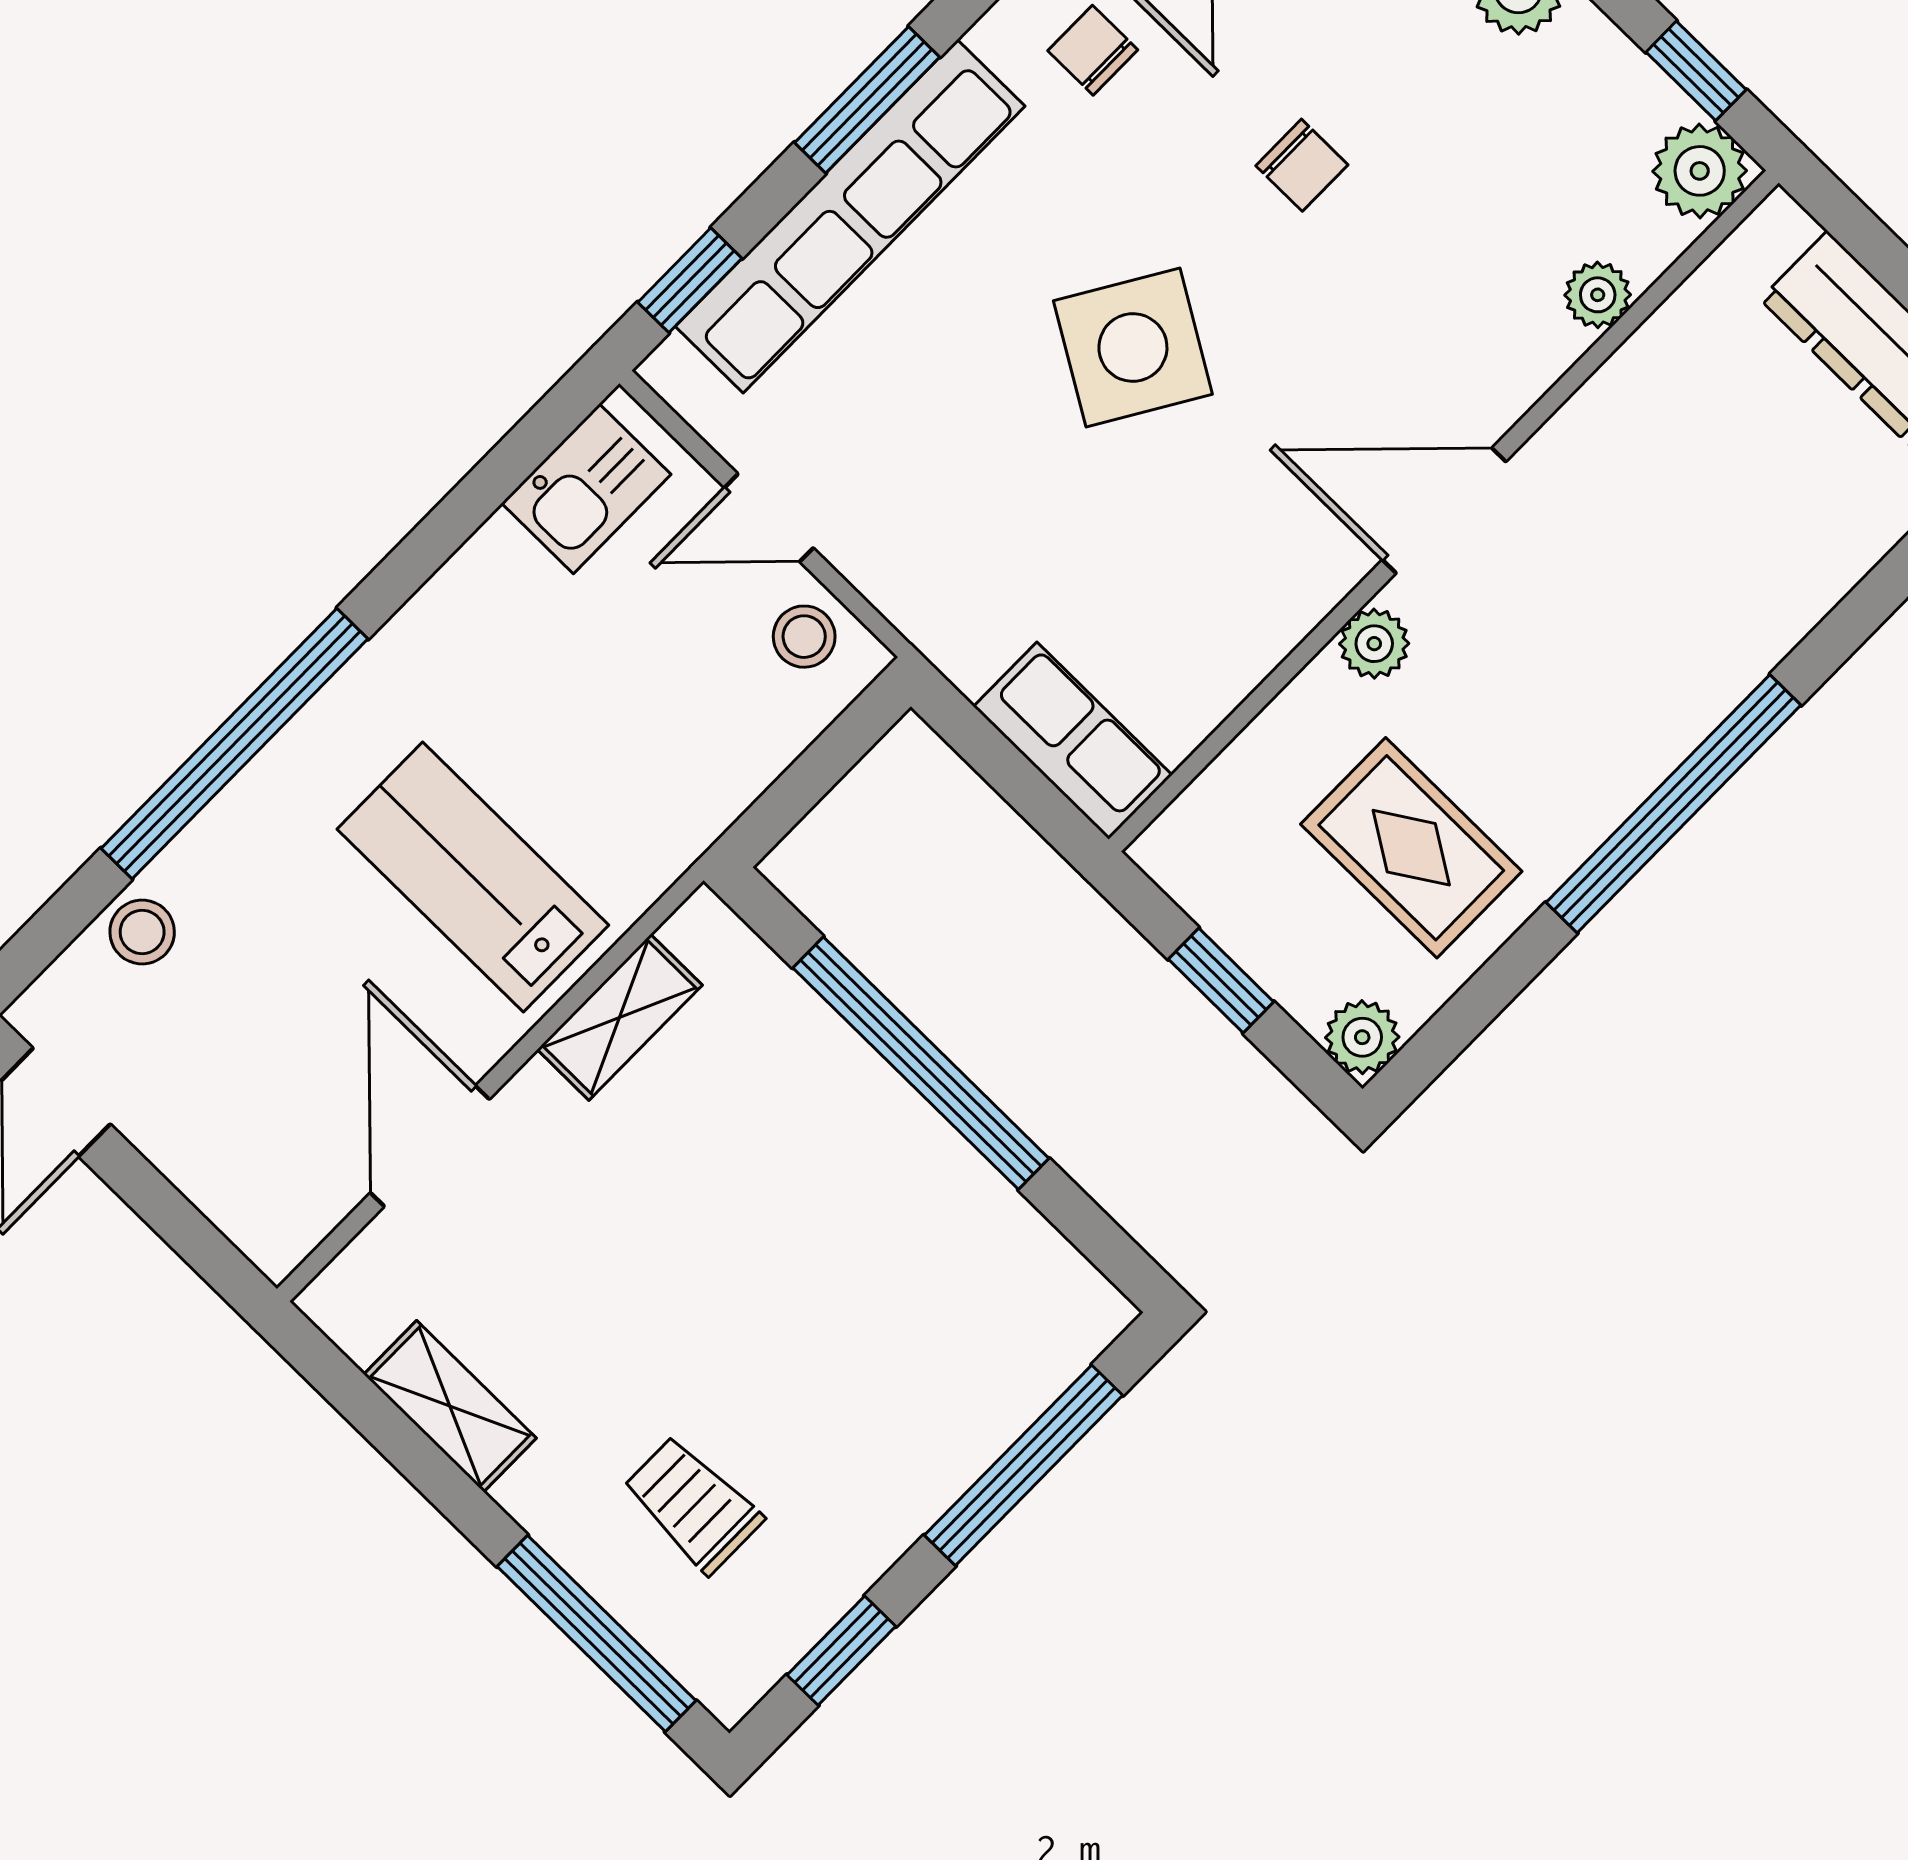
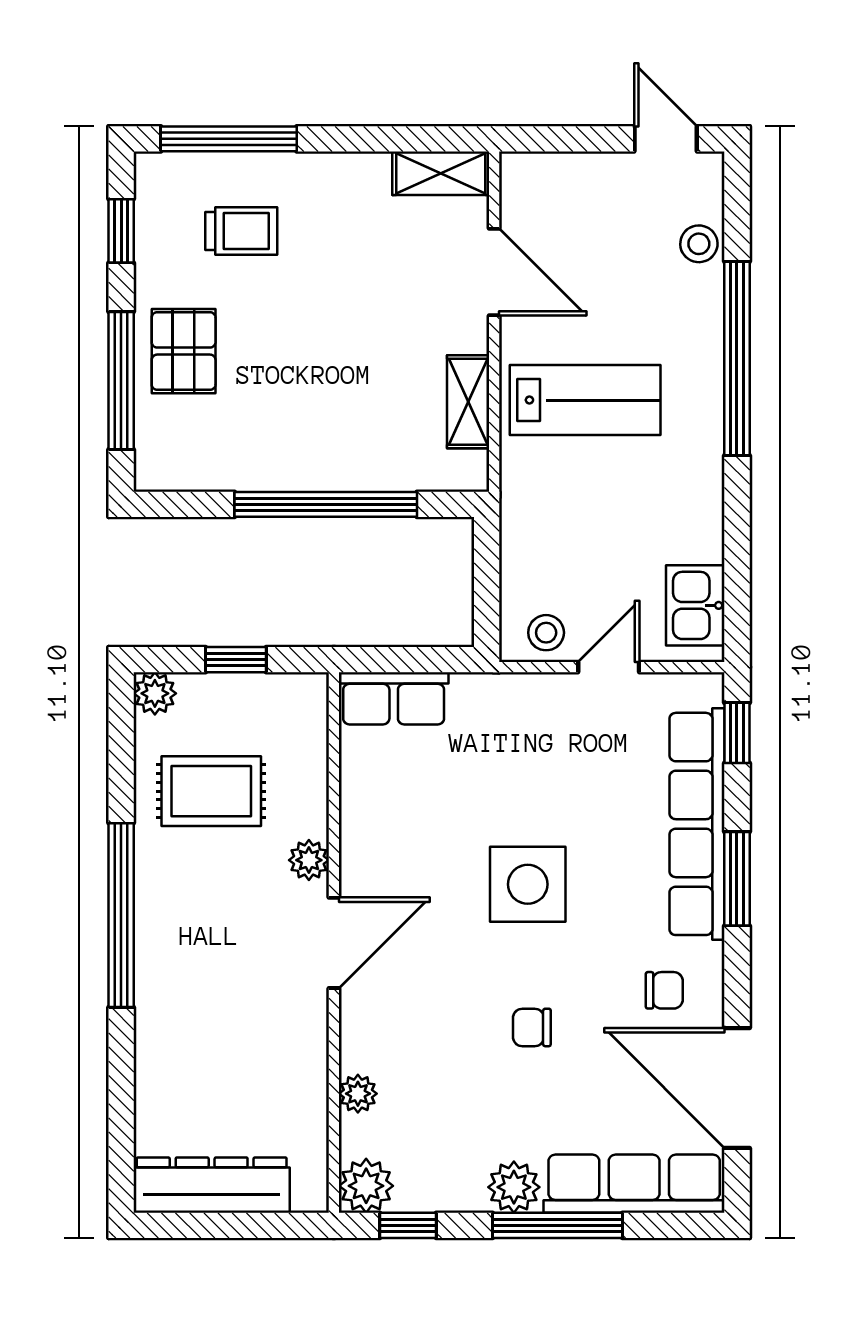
side table: (1133, 348) -> (528, 884), turned -31
shelving: (450, 1406) -> (441, 173), moved
pallet: (910, 1426) -> (184, 351), added

